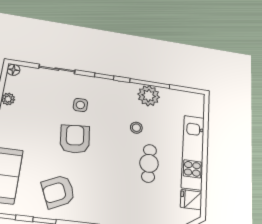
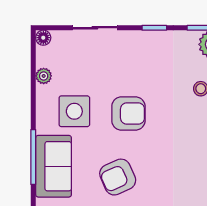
side table: (80, 105) -> (74, 111), moved, width x1.87, depth x1.87
armchair: (75, 139) -> (128, 114), turned 95

